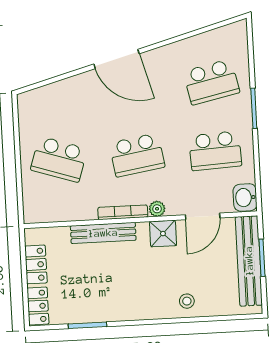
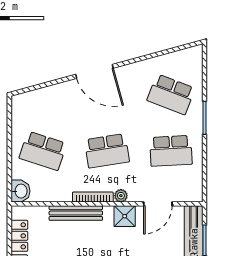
school desk: (211, 82) -> (171, 94), turned 33
washbasin: (245, 197) -> (20, 191), moved, turned 180

